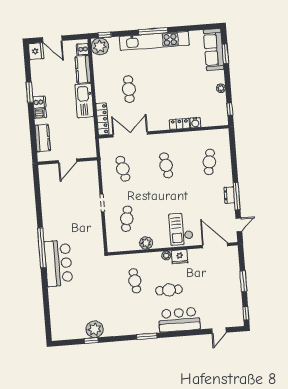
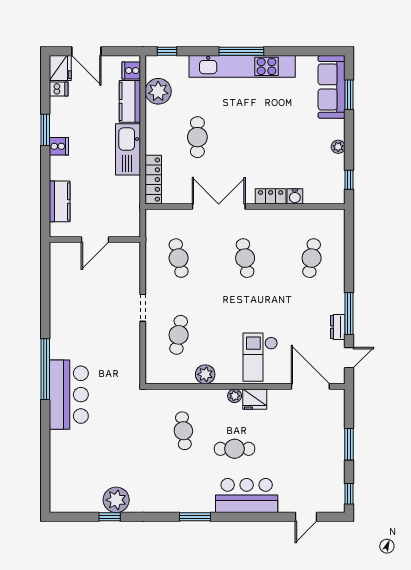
plant: (100, 46) -> (158, 91), moved
dishwasher: (40, 114) -> (59, 89), moved
double door: (130, 134) -> (219, 206), moved
dresser: (229, 195) -> (338, 327), moved

